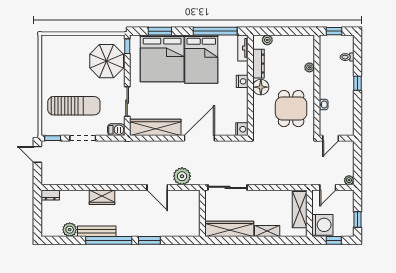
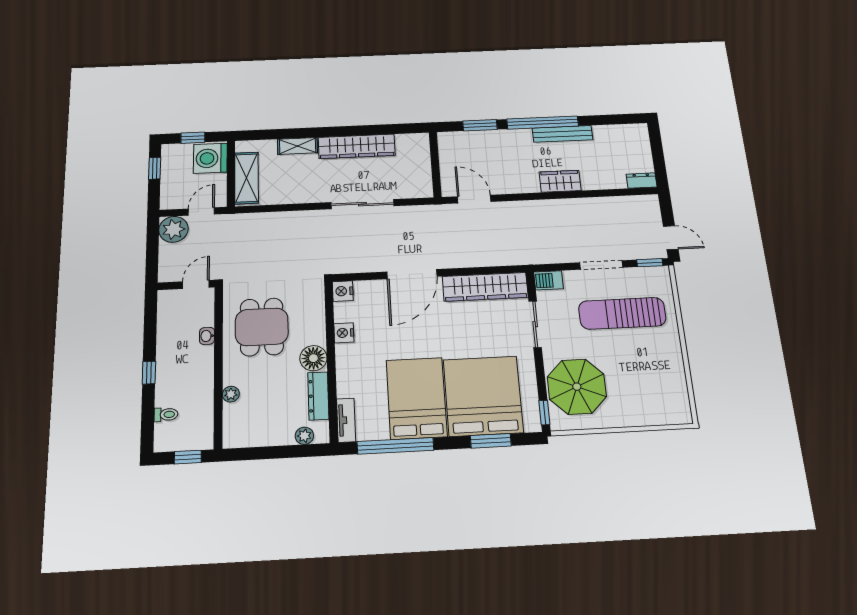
nightstand: (242, 81) -> (344, 333), moved
plant: (182, 176) -> (436, 217), removed
plant: (349, 180) -> (173, 229), width x1.87, depth x1.87
wall: (202, 213) -> (435, 164), moved
plant: (70, 230) -> (605, 134), removed

